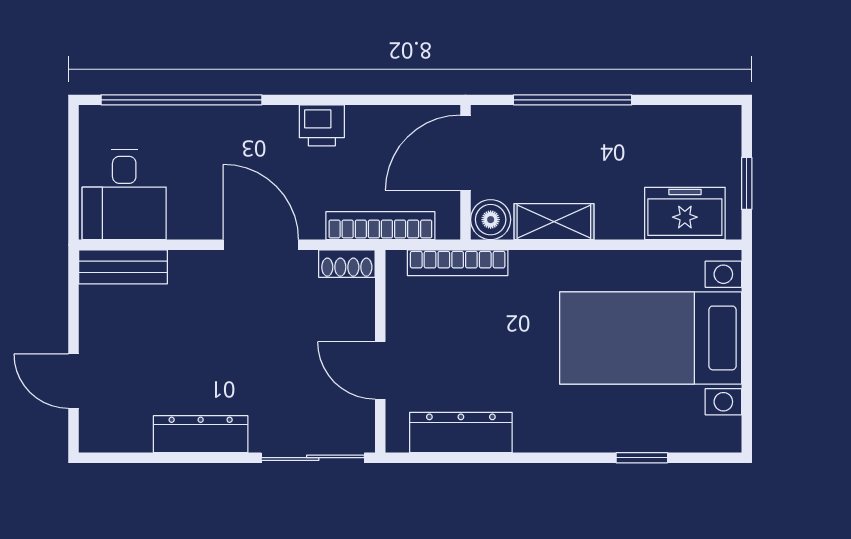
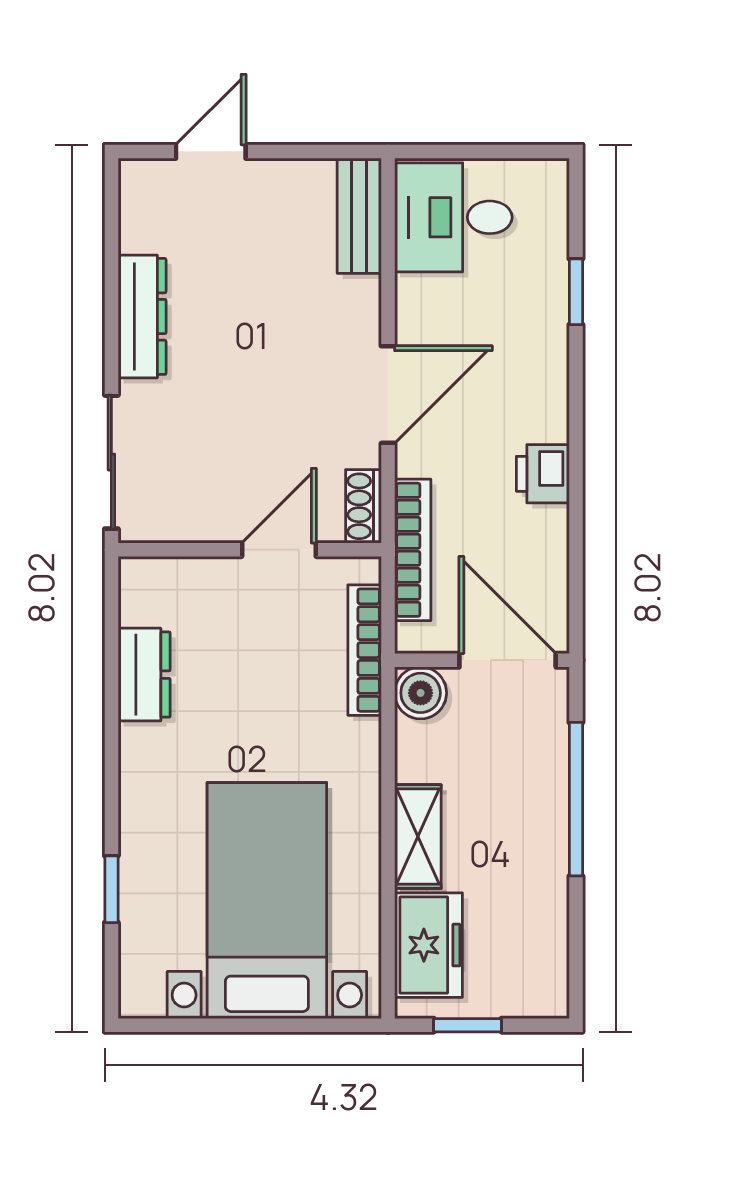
window: (182, 100) -> (576, 292), width x0.32
shelving: (554, 222) -> (418, 837), moved
door: (380, 370) -> (279, 550), moved
dresser: (461, 433) -> (144, 675), width x0.70

